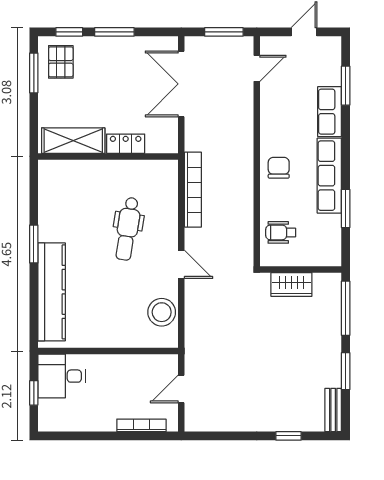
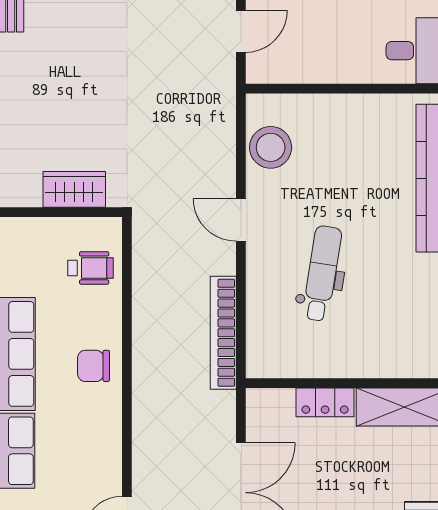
chair: (279, 168) -> (94, 366), turned 90

